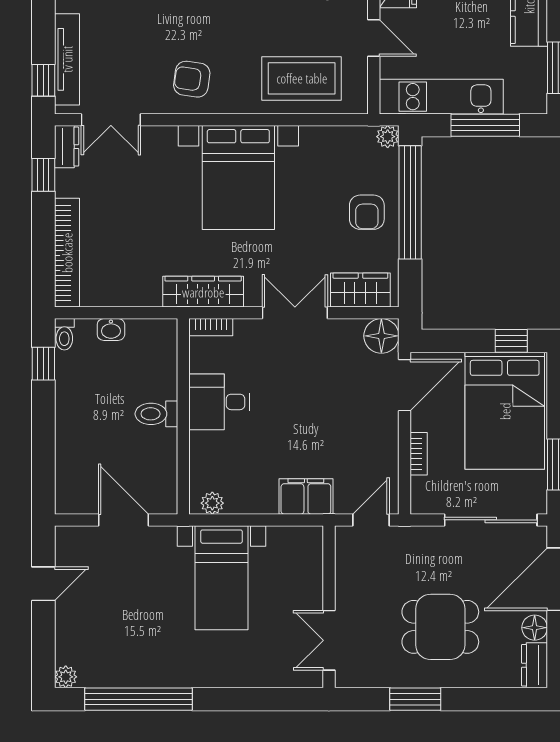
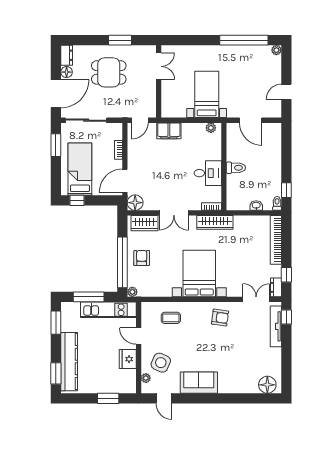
coffee table: (302, 78) -> (171, 318), width x0.54, depth x0.58
bed: (505, 411) -> (80, 169), width x0.67

